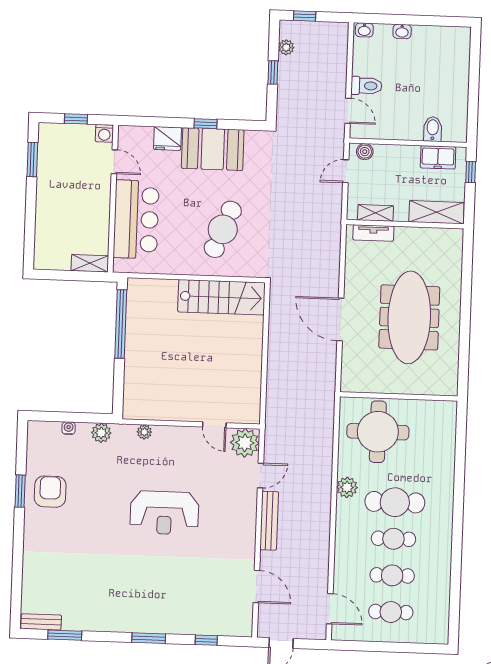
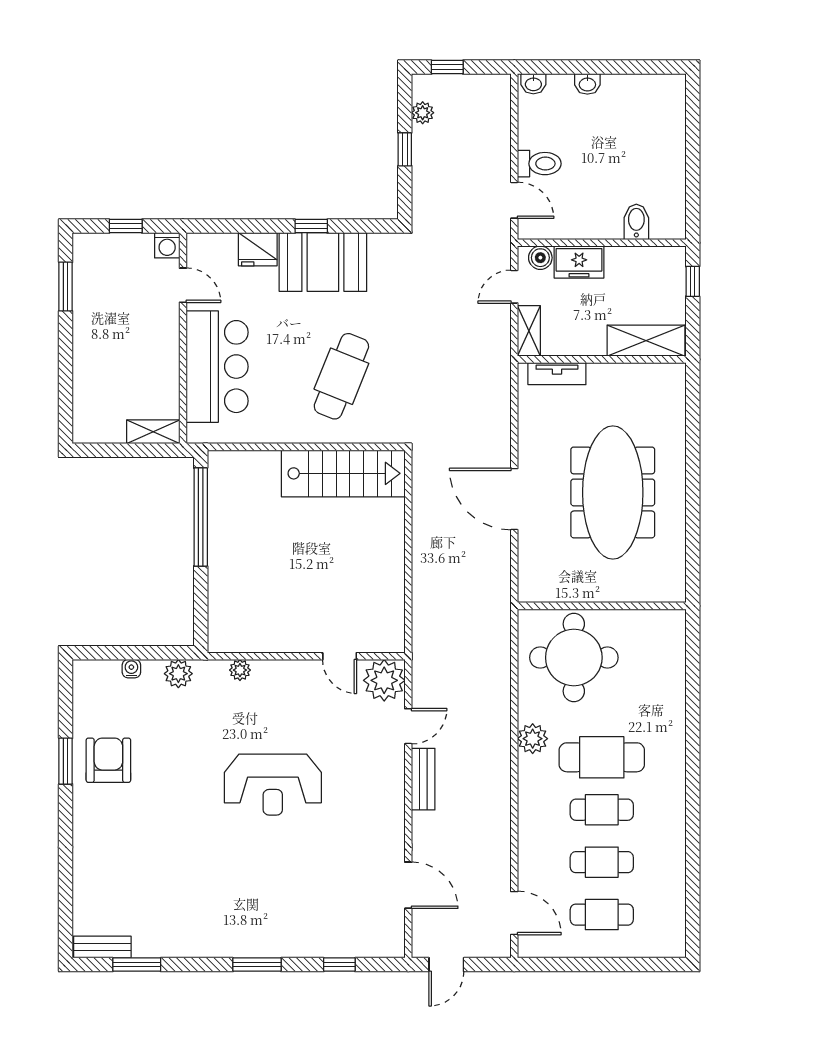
freezer: (438, 157) -> (579, 262), moved
shelving: (375, 213) -> (529, 331), moved, turned 90
bench: (269, 521) -> (423, 779), width x0.73

